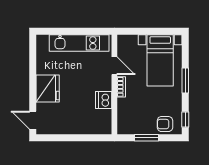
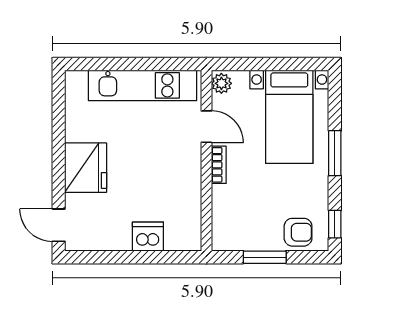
plant: (123, 42) -> (221, 83), added
dishwasher: (104, 100) -> (148, 237), moved, turned 90
armchair: (165, 124) -> (298, 232), turned 180

